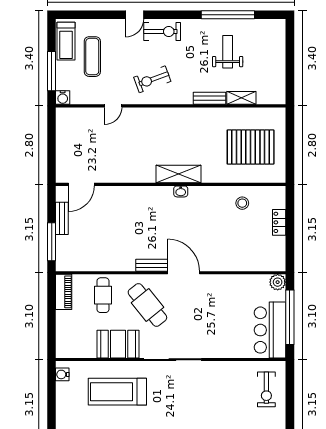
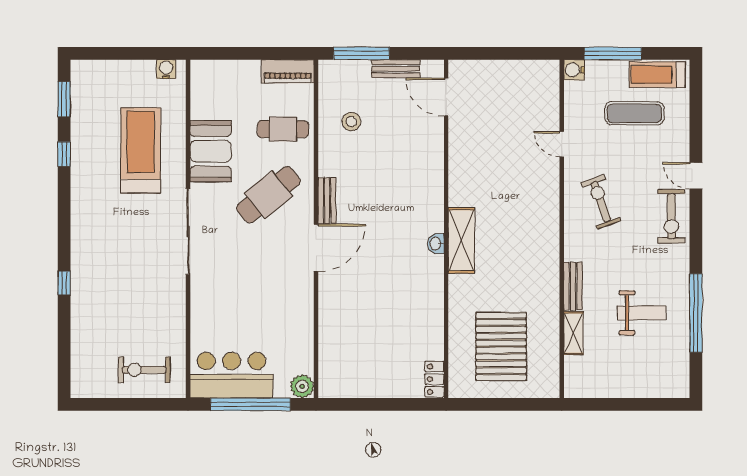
stool: (242, 203) -> (351, 122), moved
locker: (279, 222) -> (434, 379), moved, turned -90

